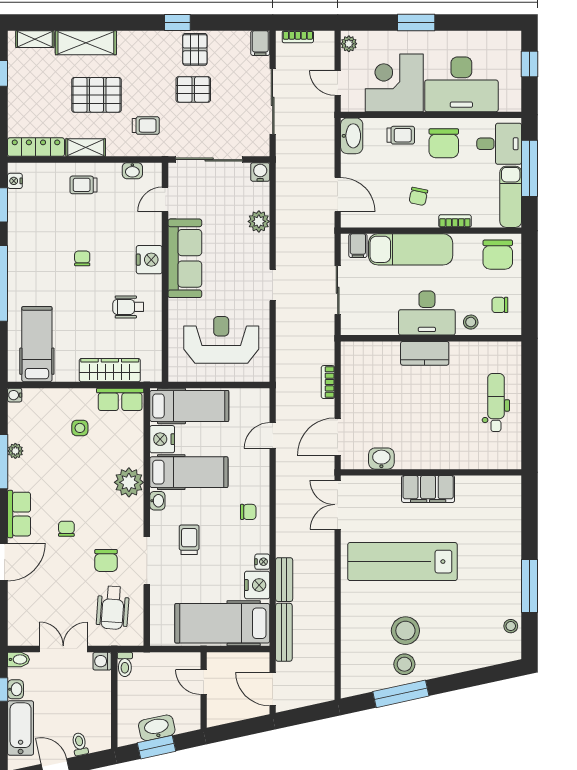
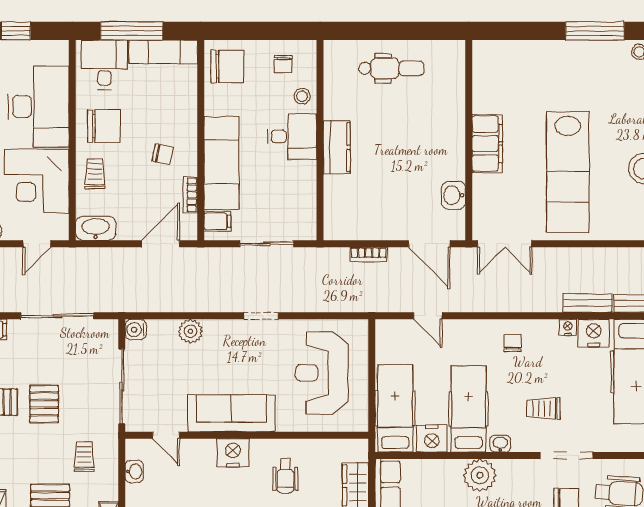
bookcase: (455, 221) -> (190, 195), moved
desk: (427, 313) -> (292, 136), width x0.73
dental chair: (496, 403) -> (391, 68), turned 180

